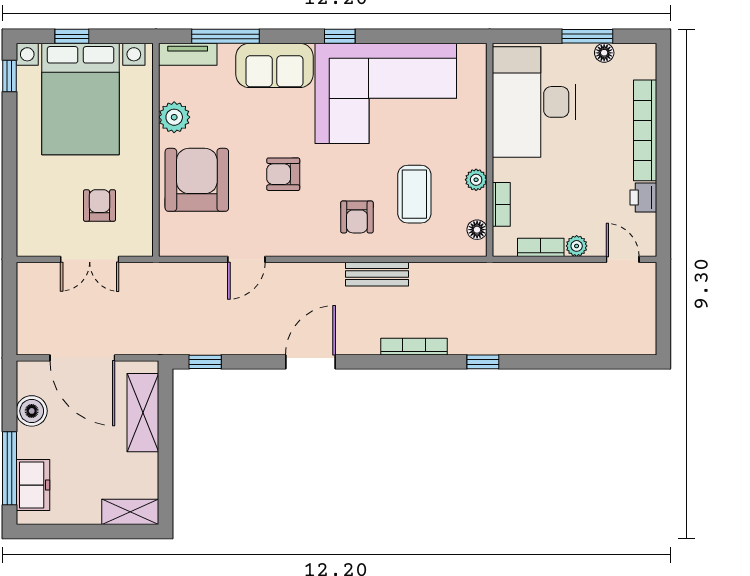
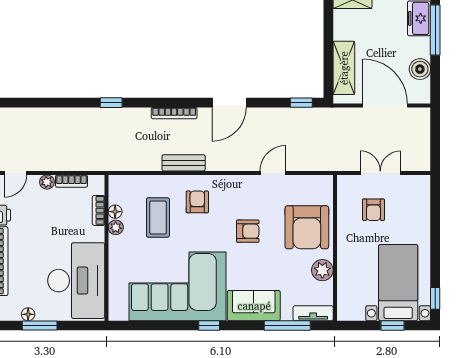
bed with nightstands: (81, 99) -> (398, 283), width x0.73
floor lamp: (477, 230) -> (115, 212), moved
door: (623, 259) -> (15, 173), hinge flipped
bookcase: (414, 347) -> (174, 113), moved

